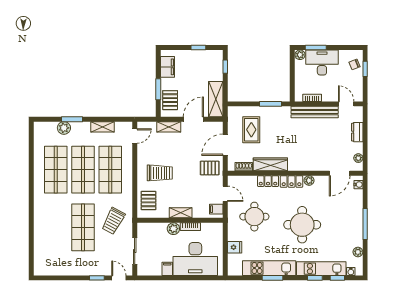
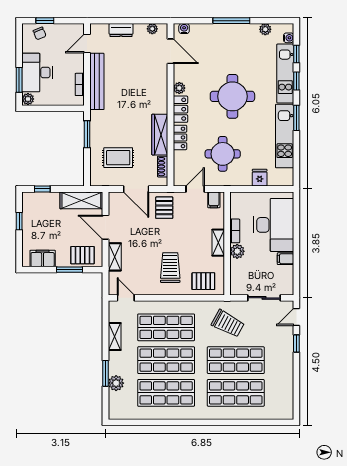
shop shelf: (56, 227) -> (236, 393), added
window: (273, 278) -> (296, 118), moved

